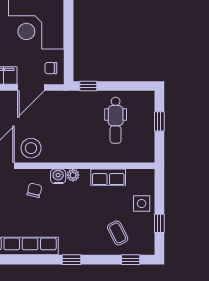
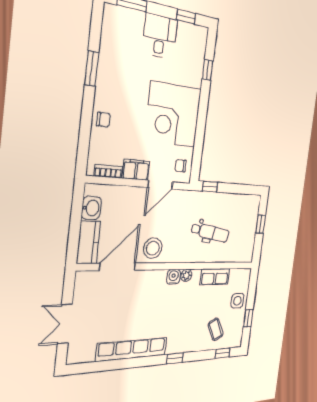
dental chair: (116, 120) -> (210, 232), moved, turned -80
chair: (34, 190) -> (151, 292), removed

